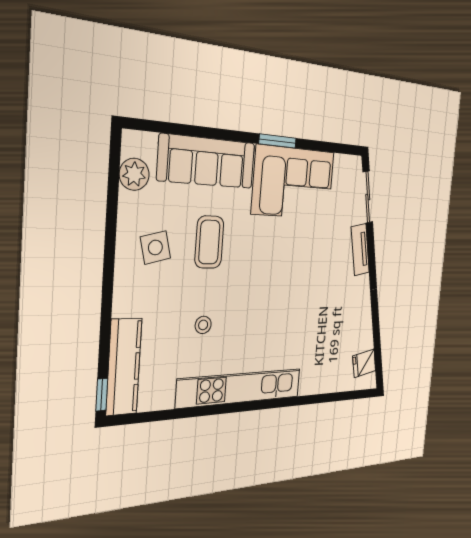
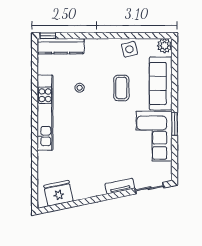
plant: (134, 174) -> (165, 46), moved
coffee table: (209, 242) -> (121, 88), turned 90
side table: (155, 247) -> (129, 49), moved
fridge: (364, 363) -> (58, 193), width x1.88, depth x1.34

